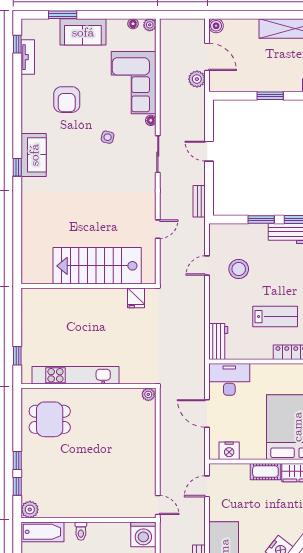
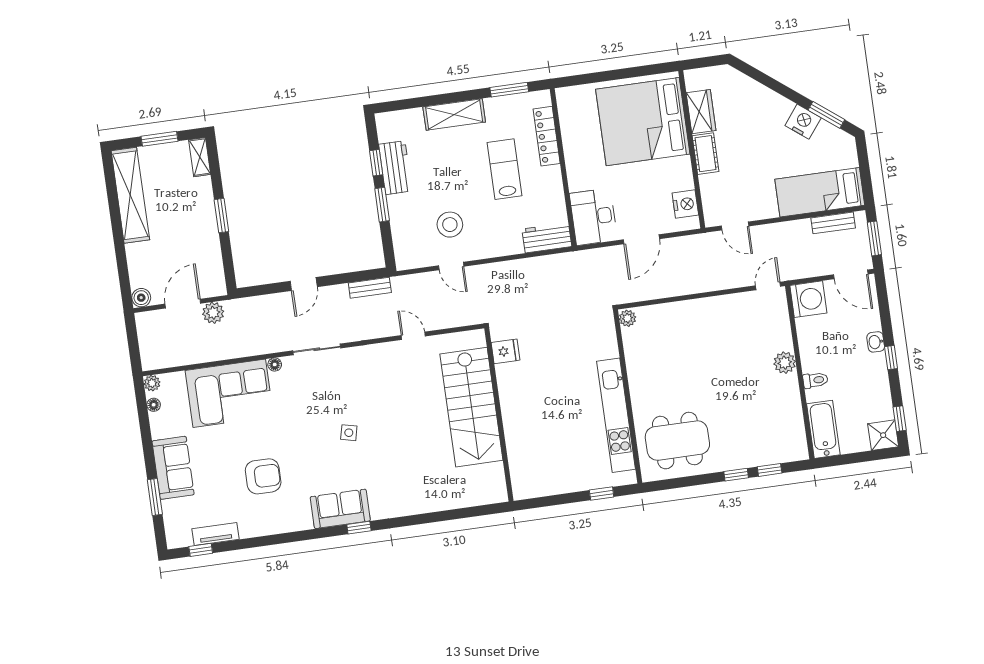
side table: (108, 137) -> (349, 433), moved
dining table: (50, 419) -> (677, 441), width x1.37
plant: (30, 509) -> (785, 363), moved

